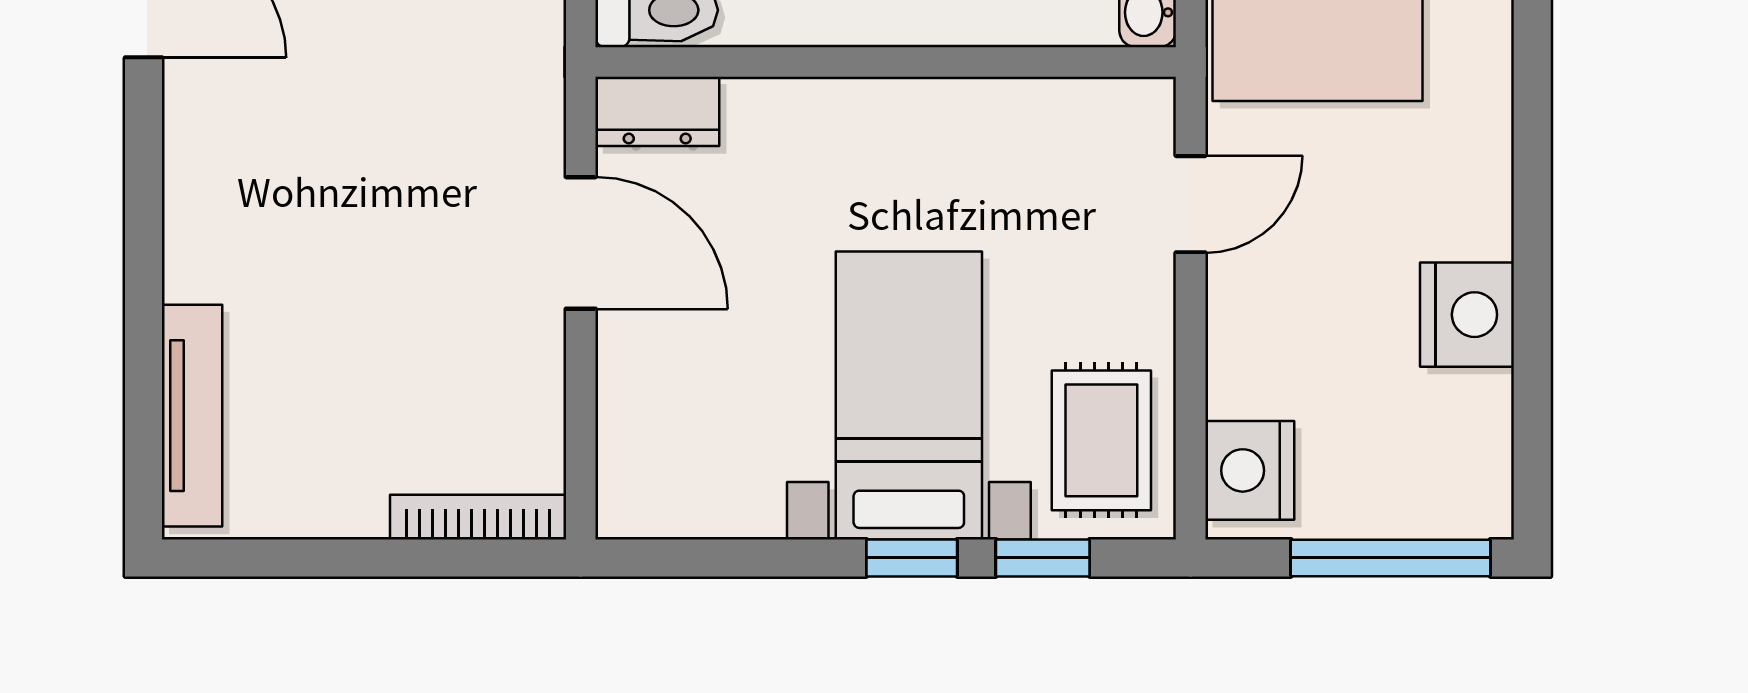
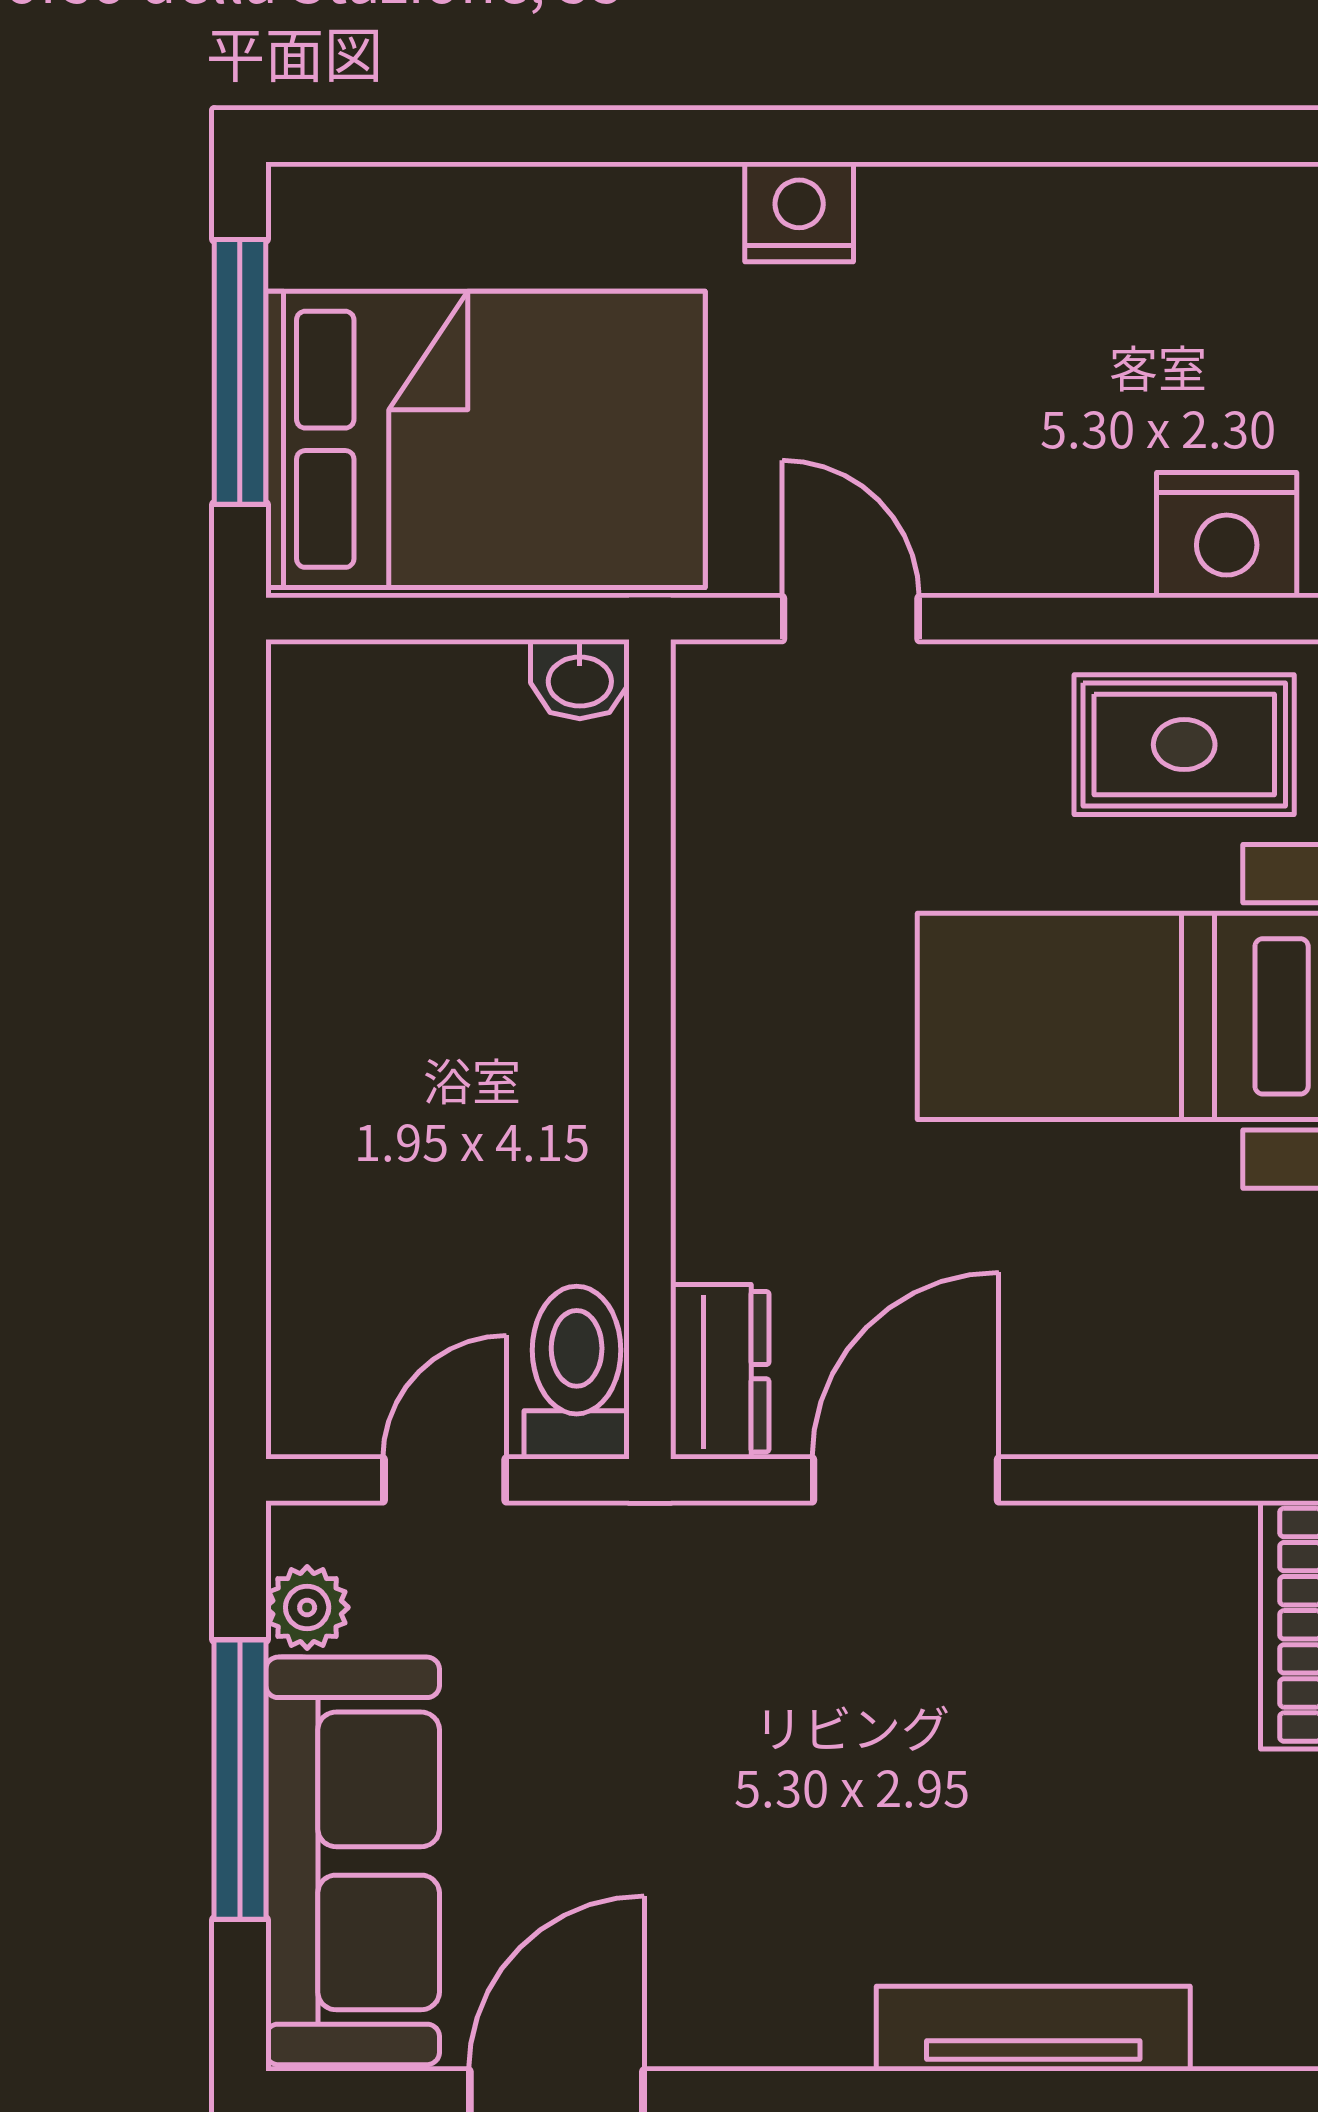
nightstand: (1467, 315) -> (799, 212), moved, width x0.74, depth x0.75
tv unit: (192, 416) -> (1033, 2029), moved

